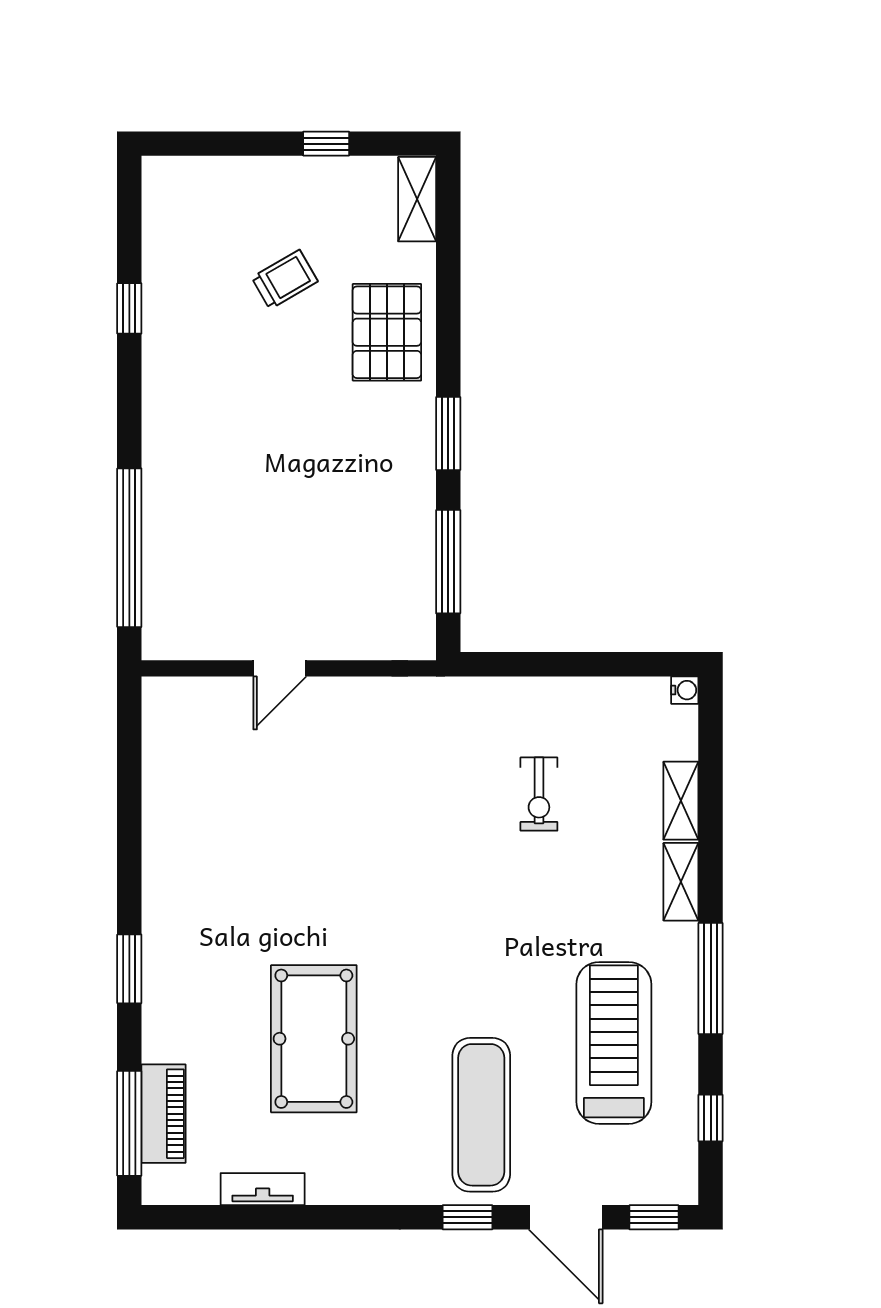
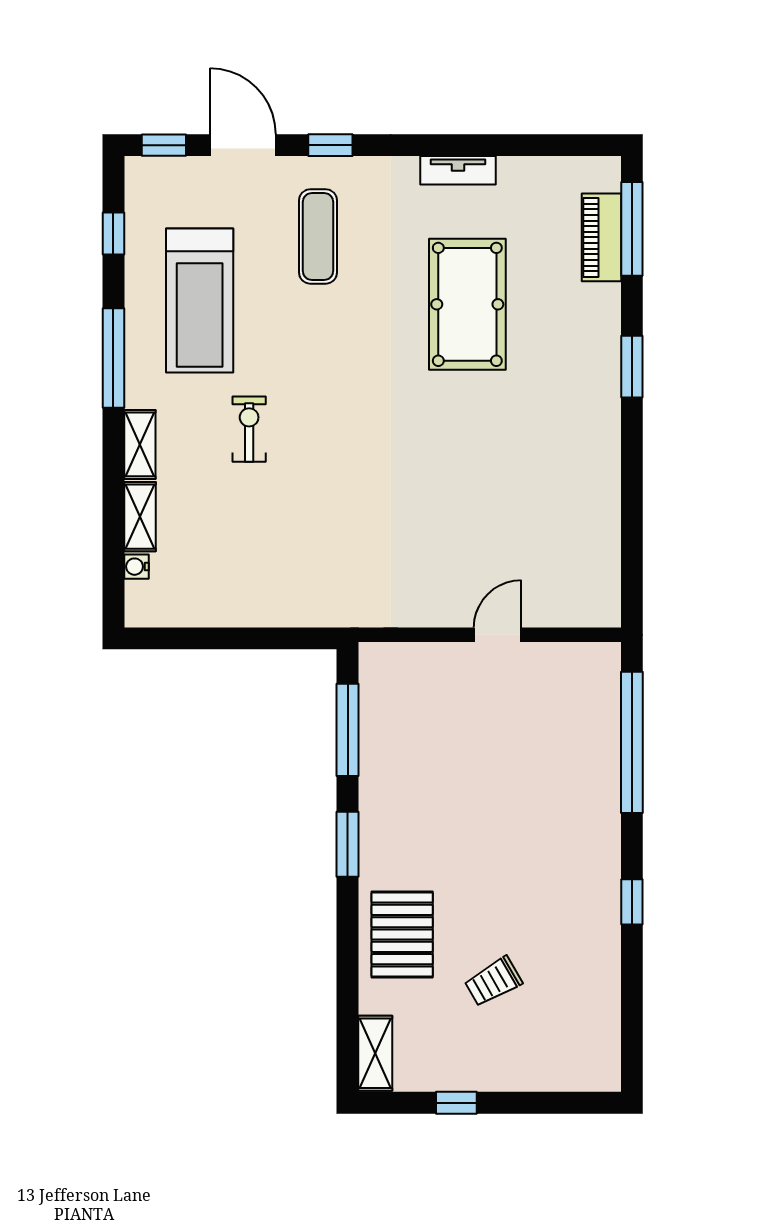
window: (129, 308) -> (632, 902), moved
water cooler: (685, 690) -> (136, 567), moved
exercise bike: (539, 794) -> (249, 429), moved
exercise mat: (481, 1115) -> (318, 236), width x0.73, depth x0.69
tv unit: (263, 1189) -> (458, 170), moved

